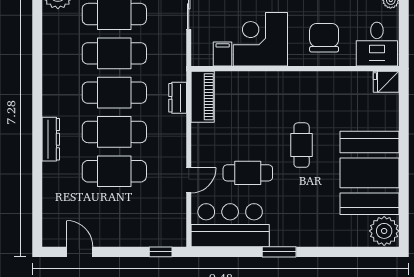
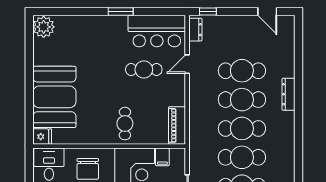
dresser: (178, 98) -> (195, 30), moved
cafe table: (302, 145) -> (125, 124), moved
booth: (369, 173) -> (54, 97), moved

